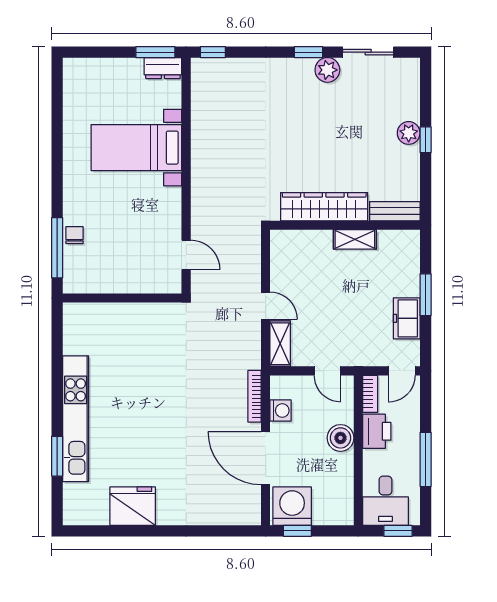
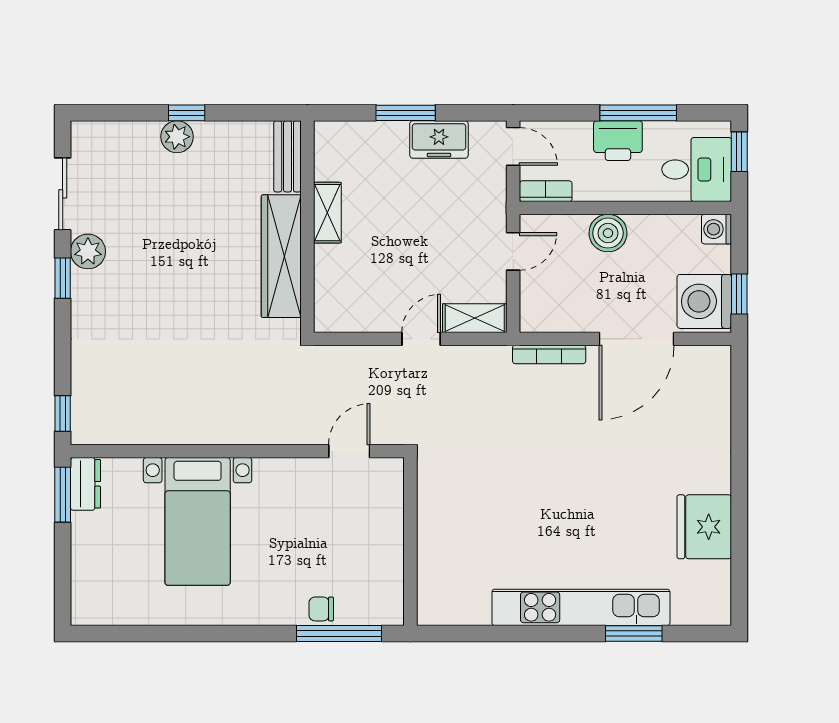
washing machine: (281, 411) -> (717, 229), moved, turned -90
printer: (377, 431) -> (618, 141), moved, turned 180

